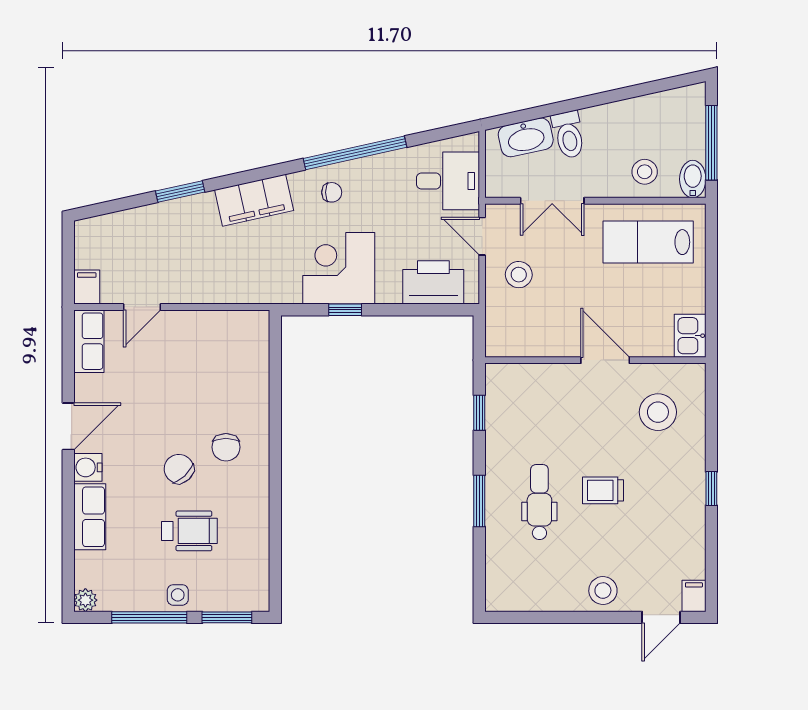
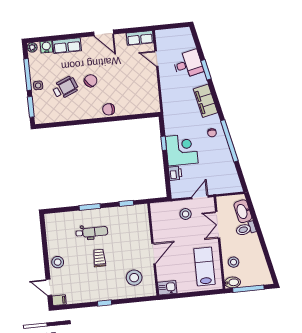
desk: (448, 181) -> (188, 64), moved, turned -102
corner desk: (339, 268) -> (182, 150), moved
printer: (433, 282) -> (175, 173), width x0.53, depth x0.68
filing cabinet: (87, 287) -> (162, 35), removed
chair: (226, 447) -> (109, 109), moved
water cooler: (88, 467) -> (46, 47), moved
wheelchair: (189, 531) -> (65, 88), turned -113

